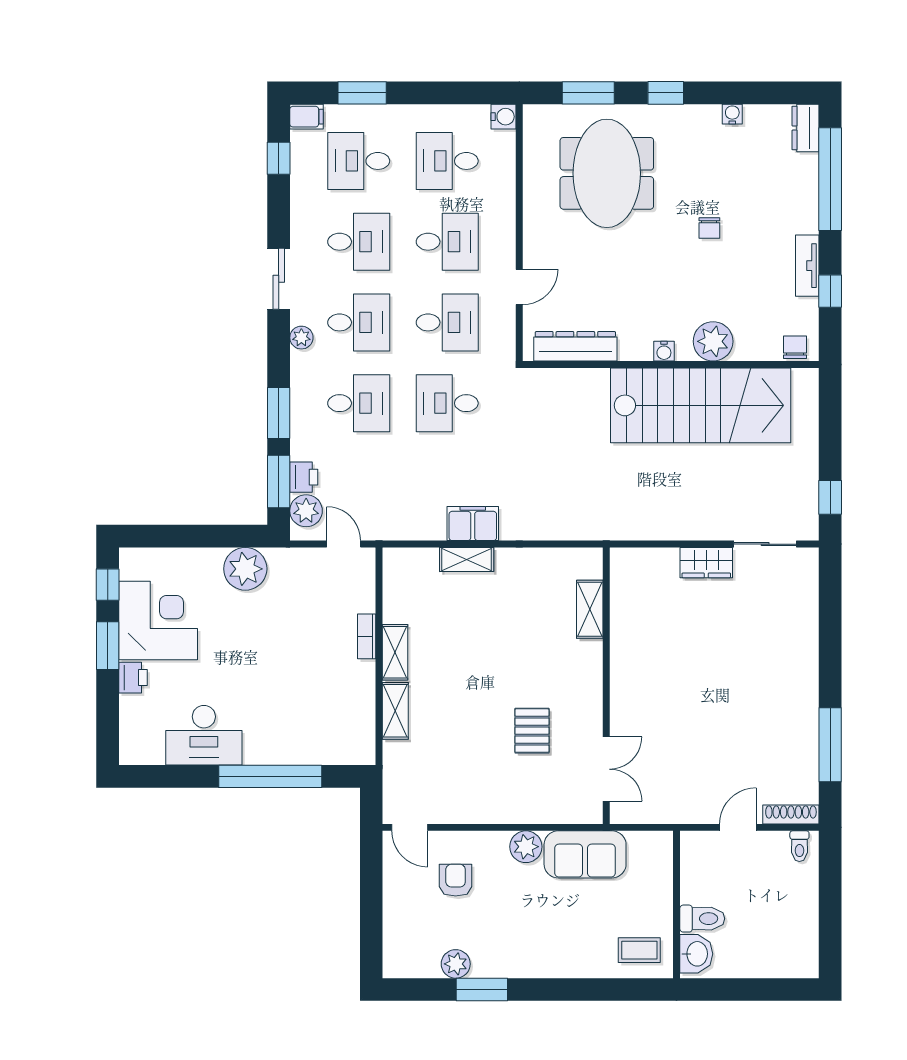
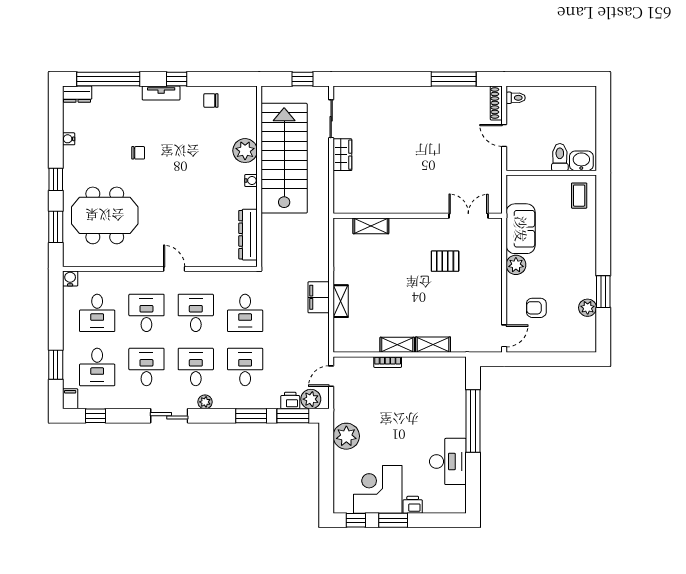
plant: (713, 341) -> (245, 151), moved
dresser: (575, 346) -> (248, 235), moved
water cooler: (664, 351) -> (251, 181), moved
wall: (671, 364) -> (259, 176), moved
stairs: (701, 405) -> (284, 158), moved

